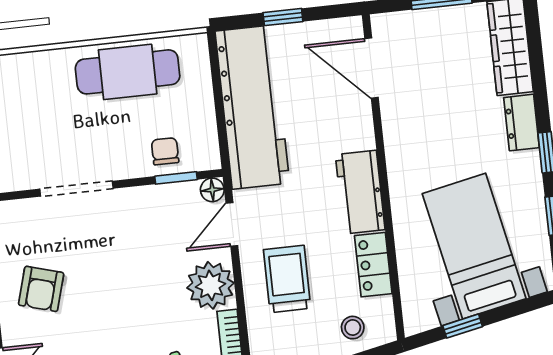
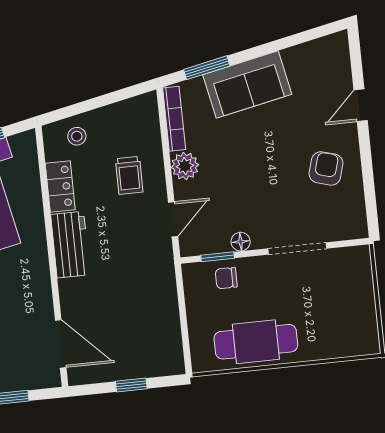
workbench: (252, 107) -> (156, 313), removed
chair: (165, 151) -> (226, 278), turned 90
floor lamp: (212, 190) -> (241, 242), moved
trolley: (287, 279) -> (129, 175), width x0.73, depth x0.72
plant: (210, 285) -> (185, 166), width x0.73, depth x0.73

